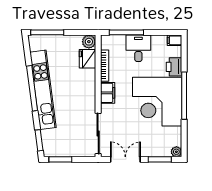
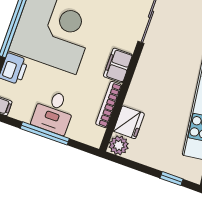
window: (47, 32) -> (172, 179), width x0.46
window: (126, 32) -> (45, 133), moved

